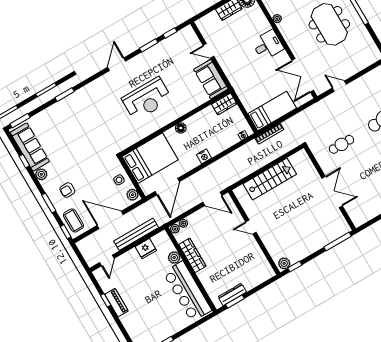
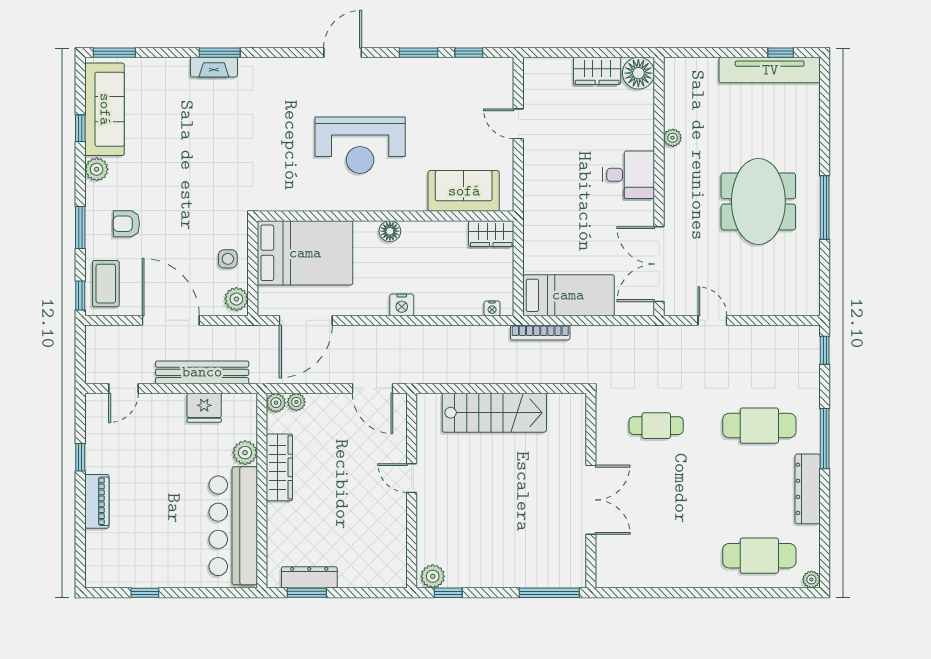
sofa: (211, 79) -> (464, 191), moved, turned 90
fireplace: (66, 102) -> (214, 67), added
piano: (116, 303) -> (97, 501), moved

